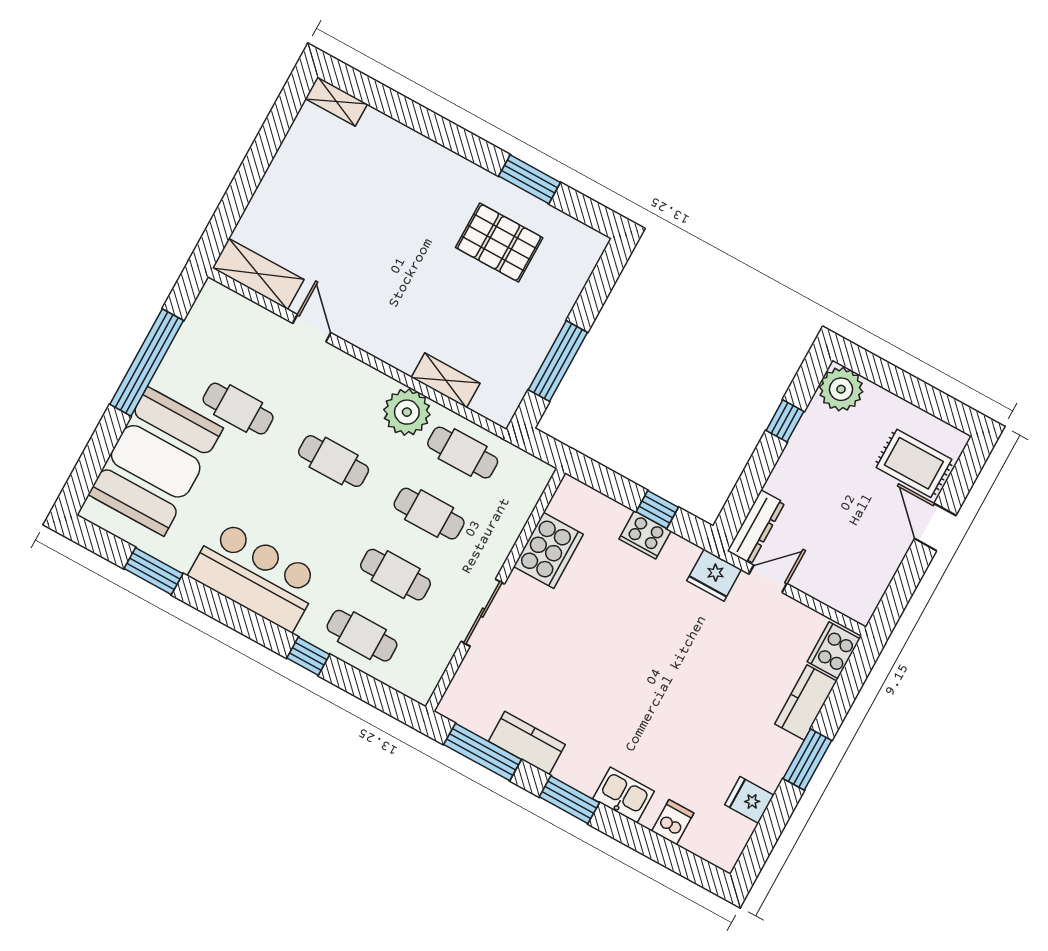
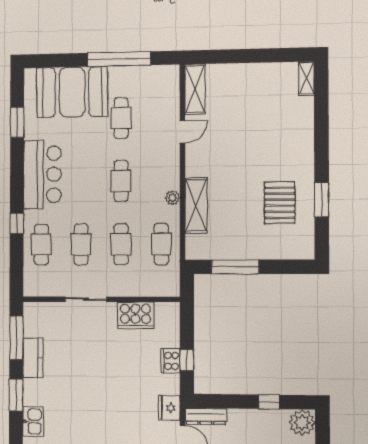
shelving: (446, 380) -> (196, 206), width x1.50, depth x1.33
plant: (407, 412) -> (173, 198), width x0.53, depth x0.53

